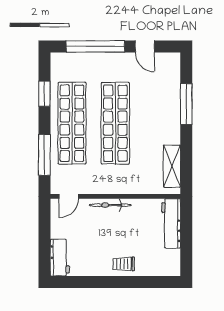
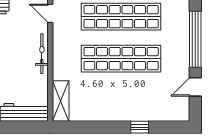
window: (186, 104) -> (140, 127), width x0.46
shelving: (172, 166) -> (61, 101), moved, turned 90

